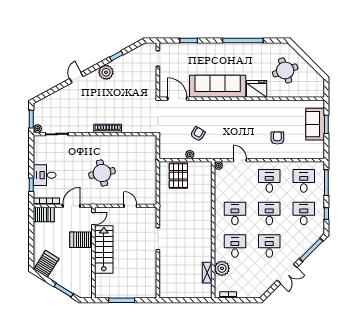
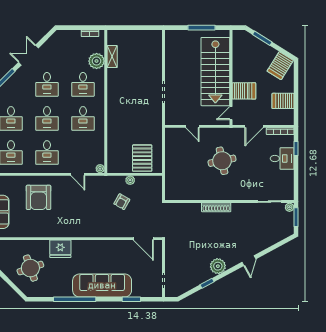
sofa: (218, 86) -> (102, 285), moved, turned 180
armchair: (277, 138) -> (39, 197), width x1.88, depth x1.88
server rack: (44, 214) -> (283, 101), moved
stairs: (104, 250) -> (215, 72), width x1.36, depth x1.51

